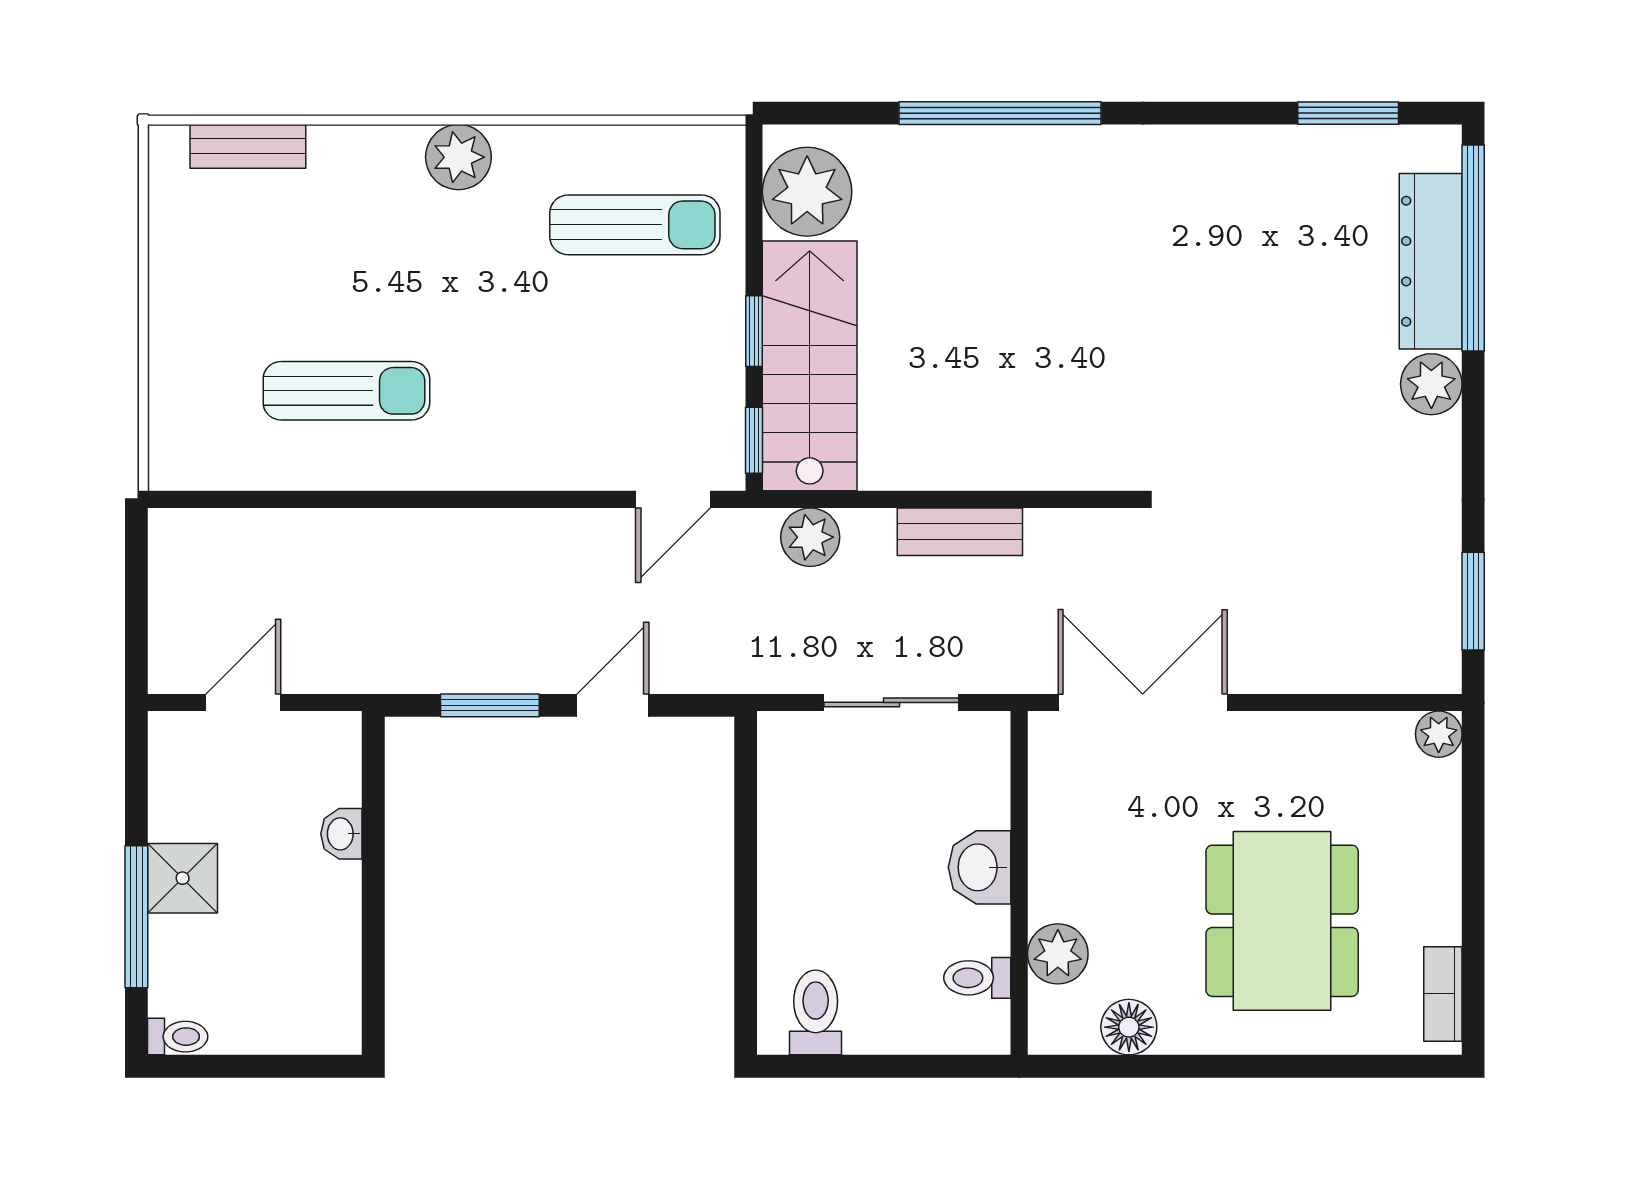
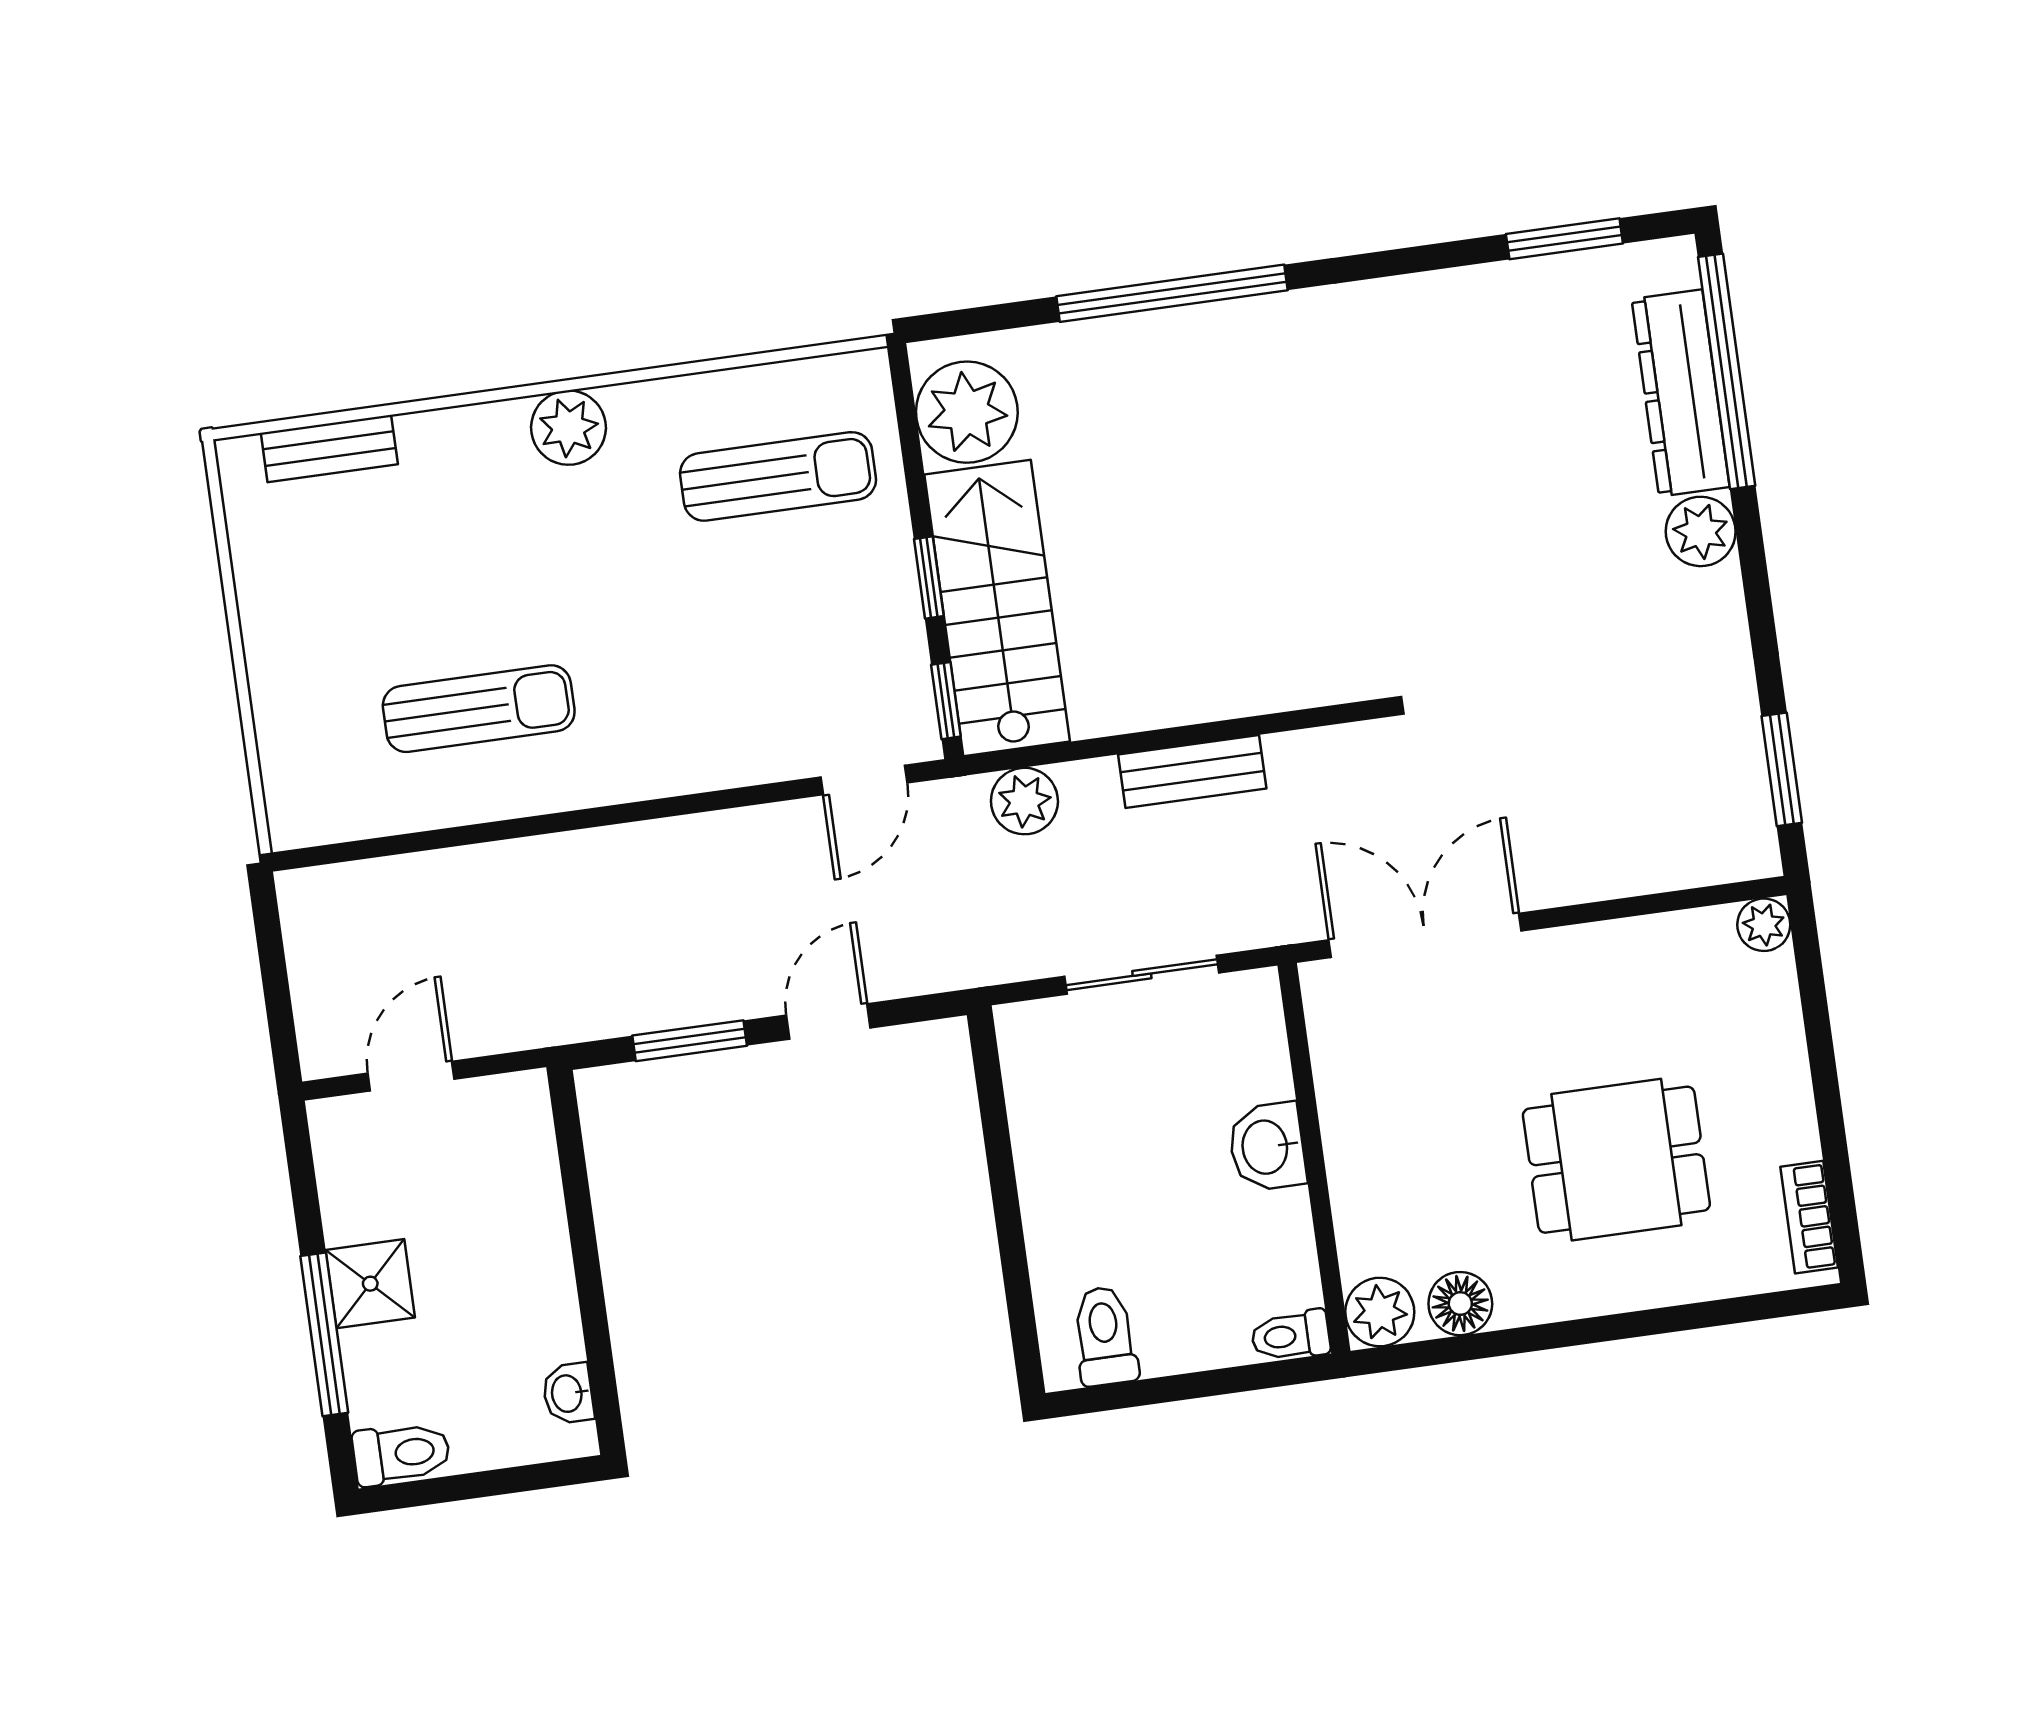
washbasin: (341, 834) -> (568, 1393), moved
dining table: (1282, 921) -> (1616, 1160), width x0.73
plant: (1058, 954) -> (1380, 1312), moved
toilet: (977, 978) -> (1291, 1336), moved
toilet: (178, 1037) -> (401, 1454), width x1.37, depth x1.39

